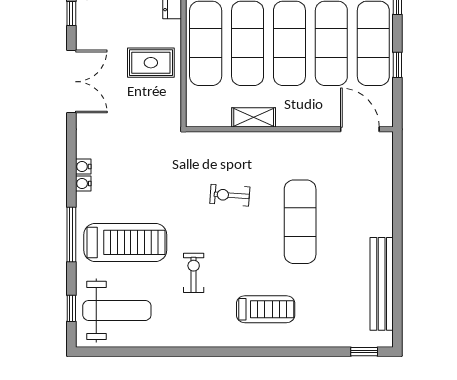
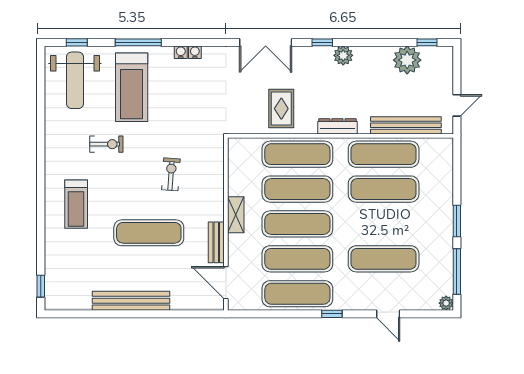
window: (397, 65) -> (279, 314), removed
shelving: (254, 117) -> (236, 215), moved
door: (360, 129) -> (226, 283), swing flipped
bench: (312, 141) -> (216, 242), added
bench: (382, 284) -> (131, 301), moved

